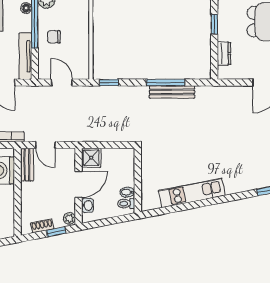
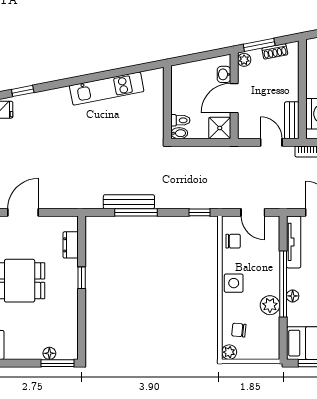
side table: (79, 20) -> (234, 283), added
chair: (54, 37) -> (233, 241), moved
bidet: (127, 192) -> (179, 133), moved
toilet: (126, 204) -> (180, 120), moved
window: (56, 232) -> (259, 45), width x1.50

